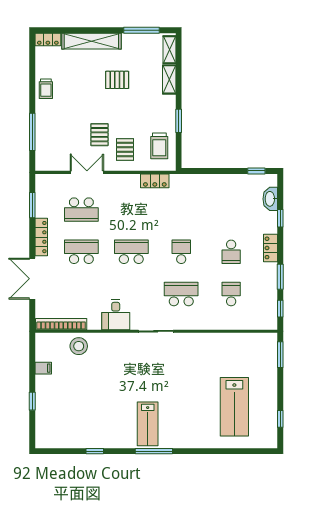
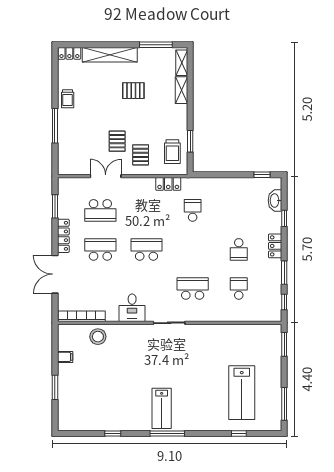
window: (179, 121) -> (190, 141), moved
window: (32, 132) -> (55, 126), moved
school desk: (181, 252) -> (193, 210), moved
window: (32, 401) -> (55, 387), width x1.50
window: (280, 419) -> (284, 404), width x2.17
window: (231, 451) -> (239, 434), added

